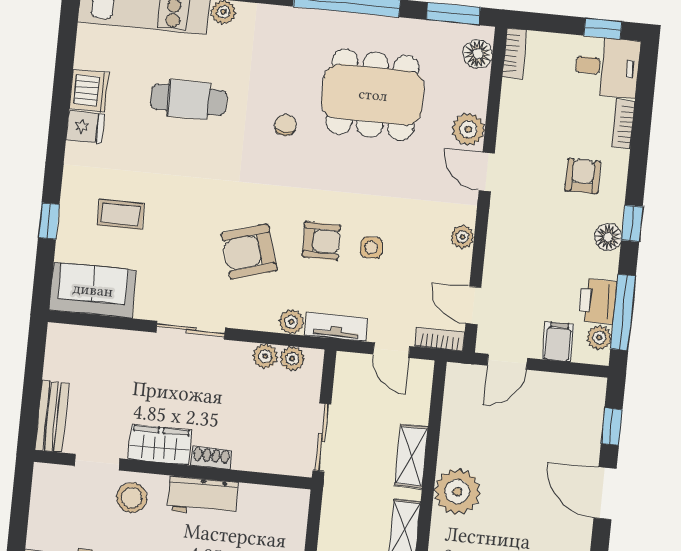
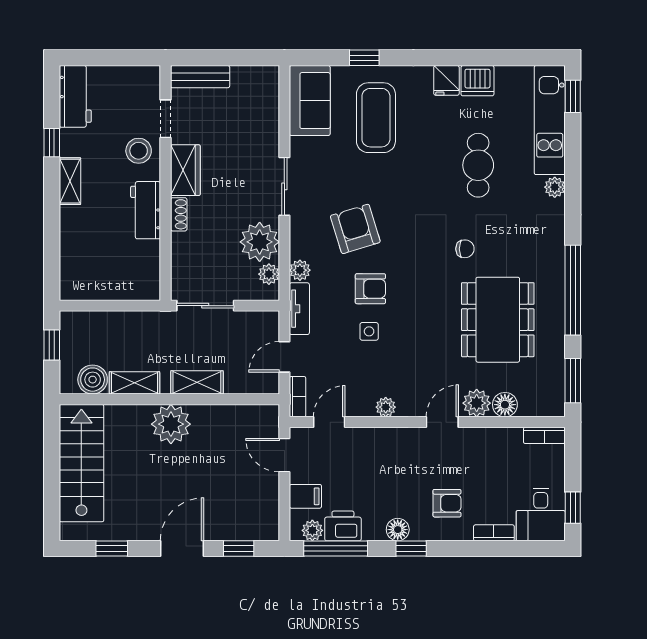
floor lamp: (478, 54) -> (505, 405), moved
coffee table: (121, 214) -> (376, 118), width x1.86, depth x1.72
armchair: (321, 241) -> (370, 289), turned -90
plant: (265, 356) -> (260, 242), width x1.87, depth x1.87

